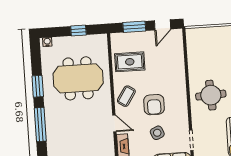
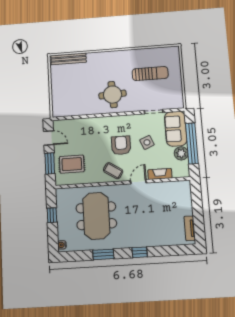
rug: (130, 62) -> (72, 164), moved, turned 90
armchair: (154, 105) -> (121, 145), turned -90
window: (40, 125) -> (140, 252), width x0.46

